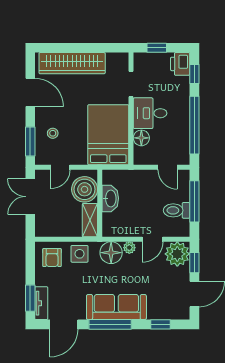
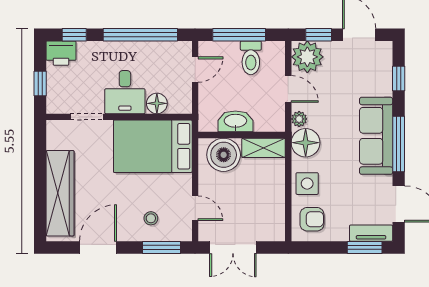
boiler: (85, 189) -> (224, 155), moved
washbasin: (110, 198) -> (235, 121), moved
wall: (100, 203) -> (242, 135), moved
shelving: (90, 220) -> (264, 148), moved

